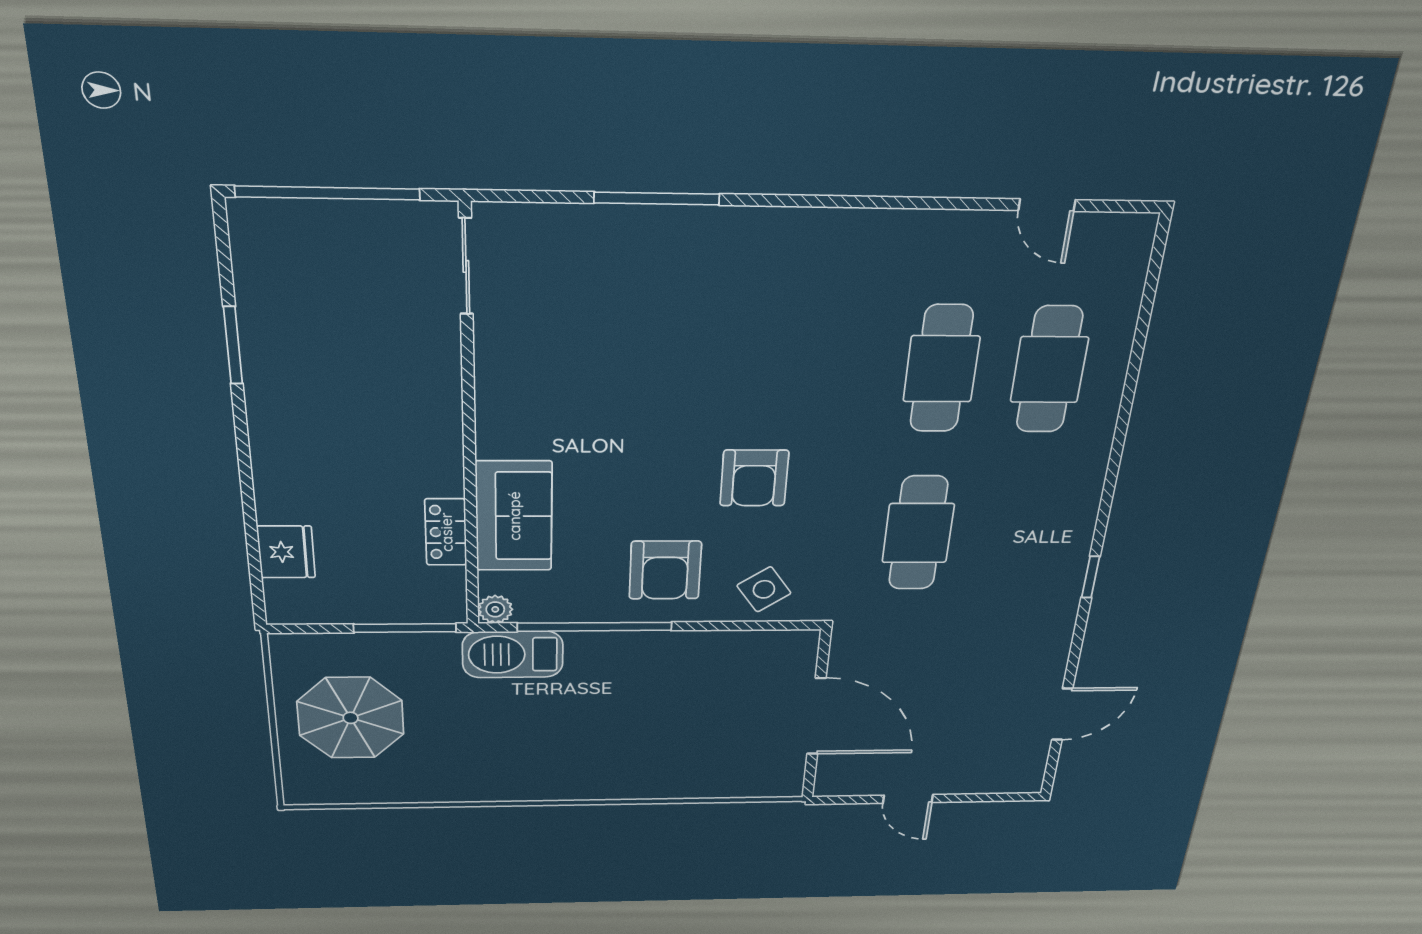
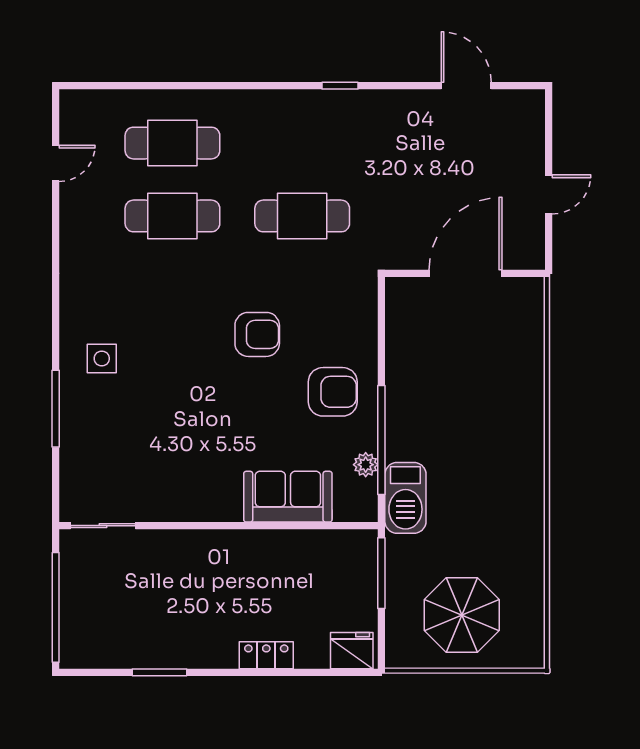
locker: (446, 532) -> (266, 655), moved, turned 180
fridge: (286, 552) -> (352, 651), moved
side table: (764, 589) -> (102, 359), moved, turned 35
plant: (495, 609) -> (366, 465), moved

